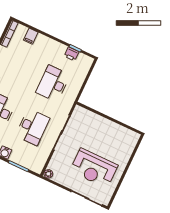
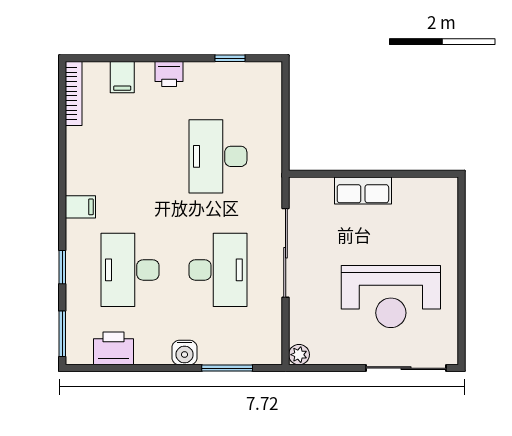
printer: (72, 54) -> (169, 74), moved
row of seats: (102, 123) -> (363, 190), added

